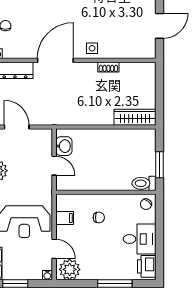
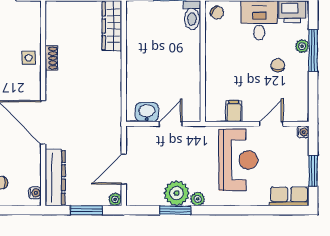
side table: (92, 48) -> (29, 58), moved
chair: (99, 217) -> (278, 65), moved
plant: (70, 269) -> (302, 46), moved, width x0.53, depth x0.53

